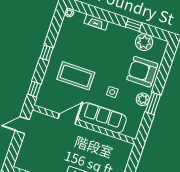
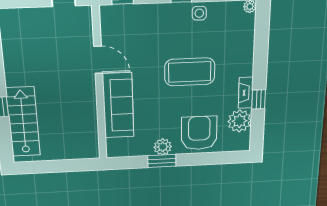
fireplace: (96, 22) -> (246, 93), moved
coffee table: (76, 76) -> (190, 72), moved, turned 90
side table: (112, 92) -> (199, 13), moved

